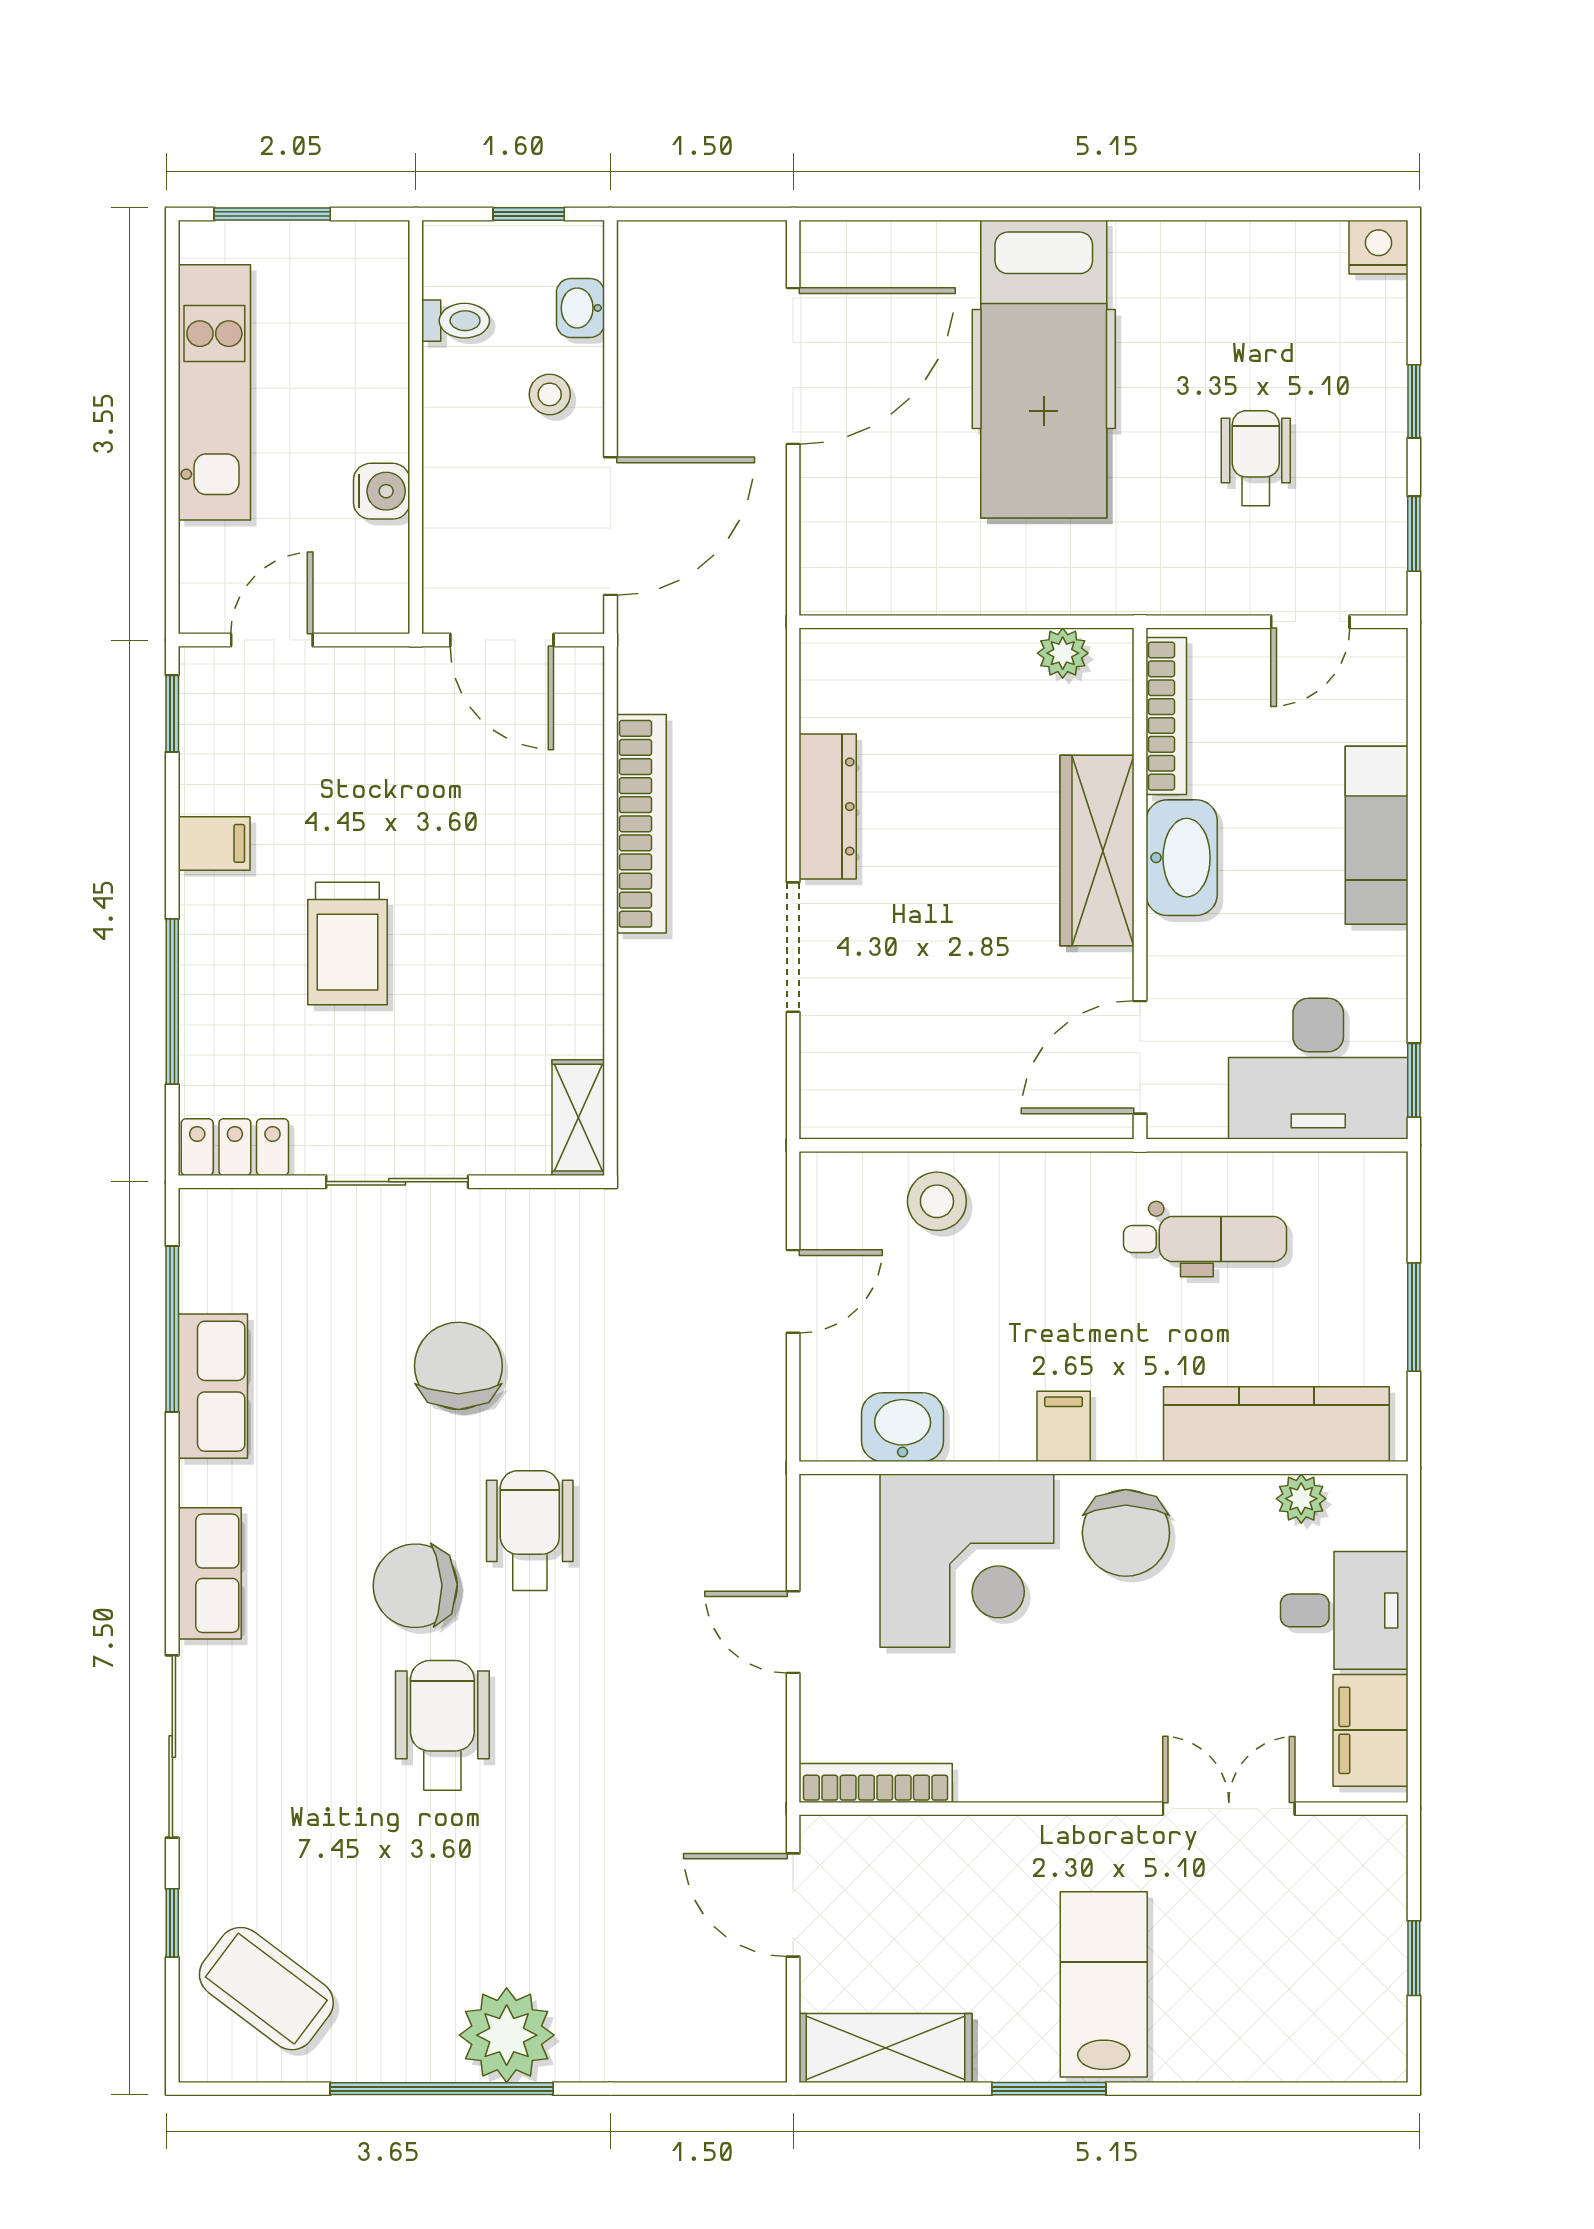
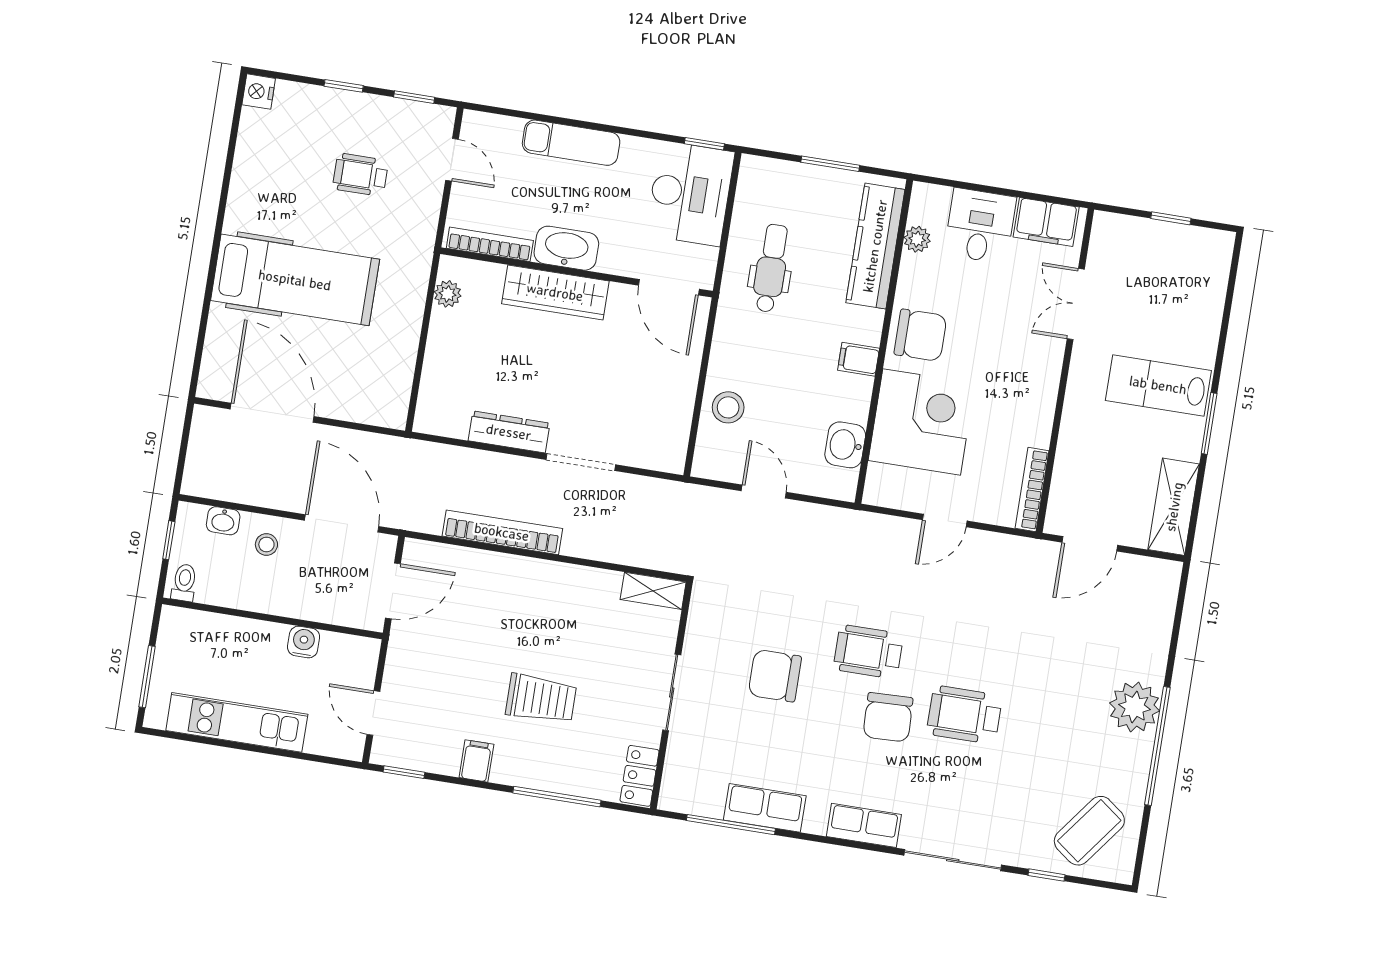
toilet: (456, 321) -> (184, 583), moved

